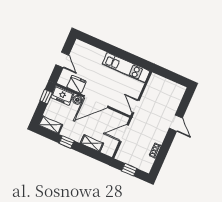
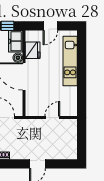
kitchen unit: (126, 68) -> (70, 61), moved
door: (136, 106) -> (52, 118), moved

